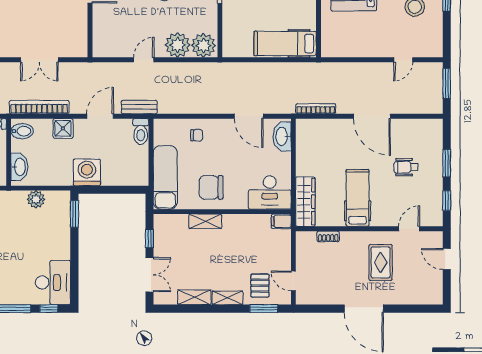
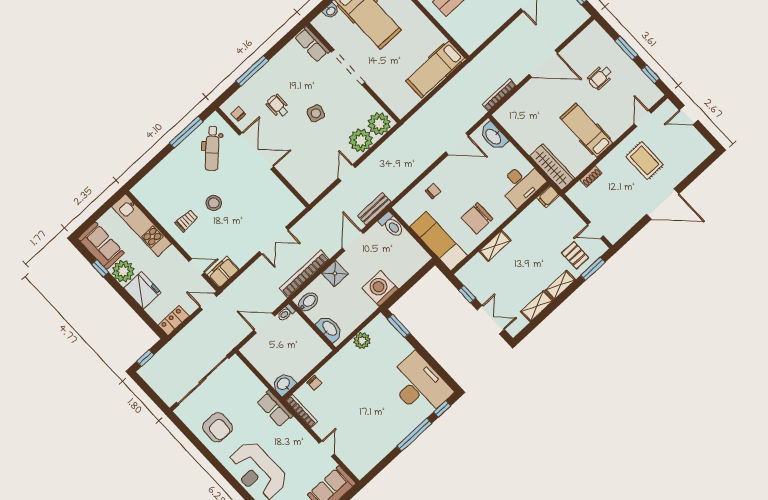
desk: (53, 282) -> (419, 386), width x1.36, depth x1.30

